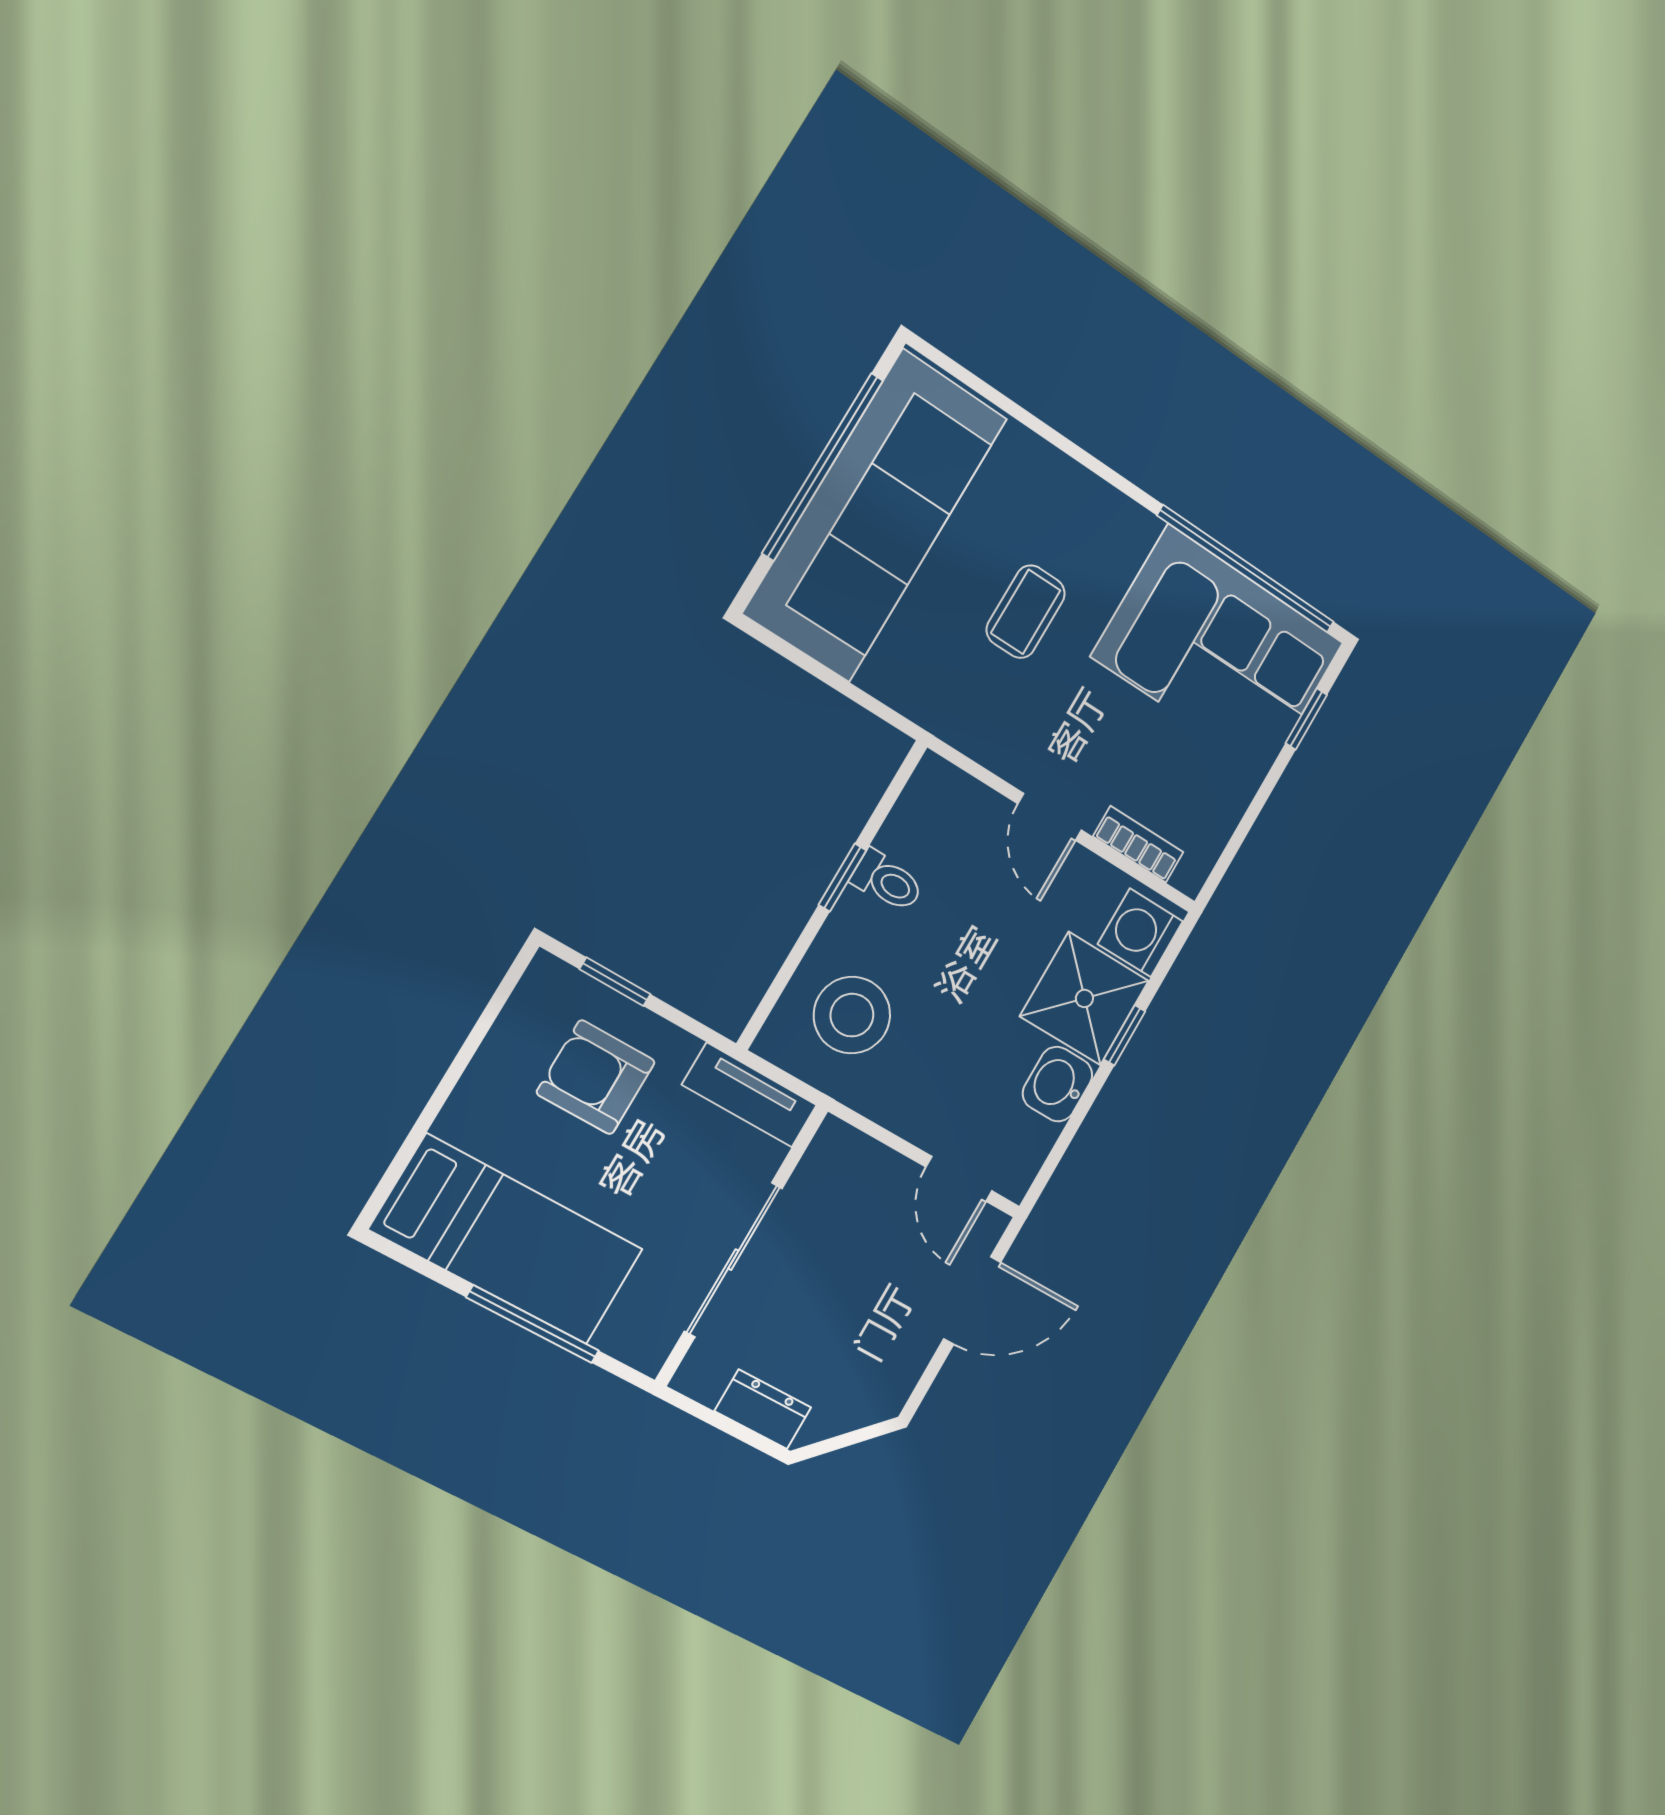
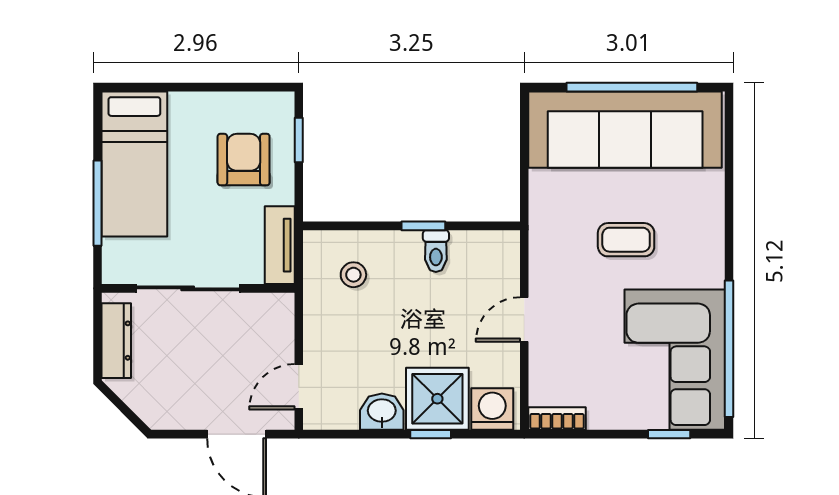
bookcase: (1138, 844) -> (557, 418), moved, turned -90
stool: (852, 1015) -> (353, 275), width x0.53, depth x0.53
dresser: (763, 1409) -> (116, 341), width x1.44

